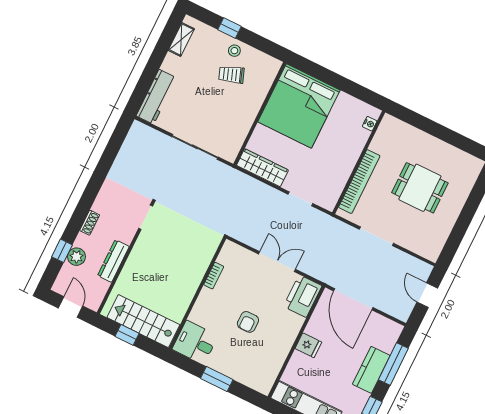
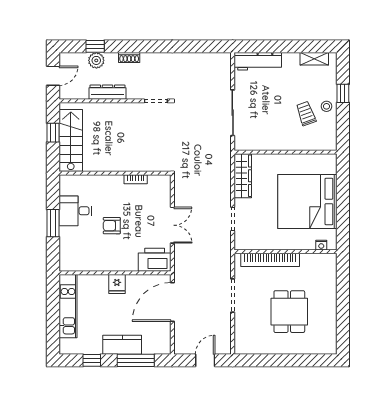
bed: (299, 106) -> (307, 201), moved
desk: (195, 342) -> (75, 211), moved, turned -90

